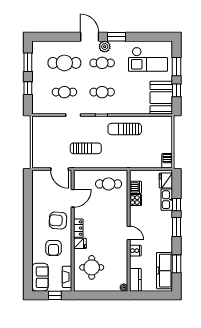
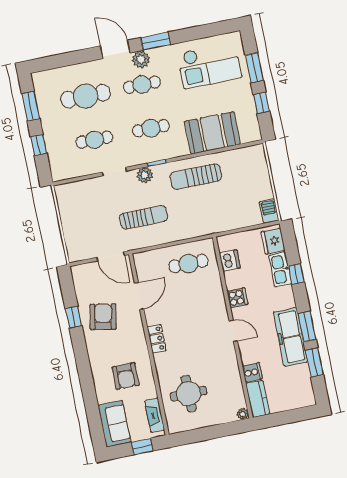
booth: (161, 98) -> (212, 133), moved, turned 90
plant: (92, 121) -> (145, 175), added
cooker: (136, 200) -> (237, 298), moved
window: (28, 203) -> (74, 317), added
armchair: (58, 220) -> (103, 317), moved, turned 97
window: (176, 227) -> (307, 327), moved
fridge: (80, 243) -> (164, 361), removed
cooker: (135, 251) -> (252, 372), moved
freezer: (165, 271) -> (290, 337), moved

